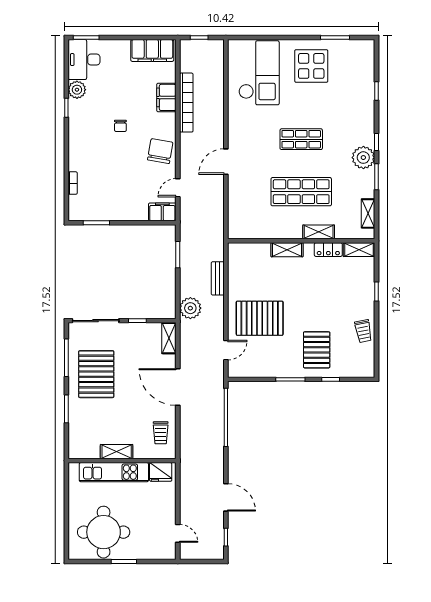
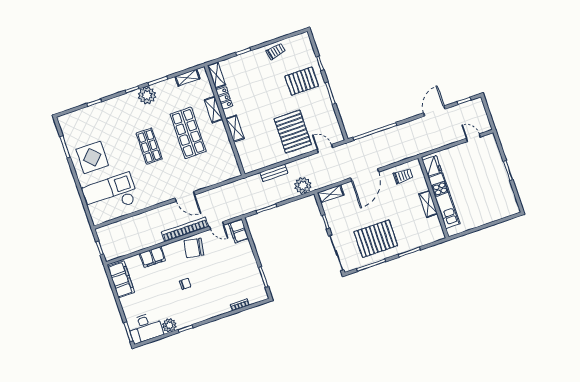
bookcase: (186, 103) -> (185, 229), moved
round table: (104, 532) -> (491, 193), removed
door: (178, 533) -> (473, 138), hinge flipped

